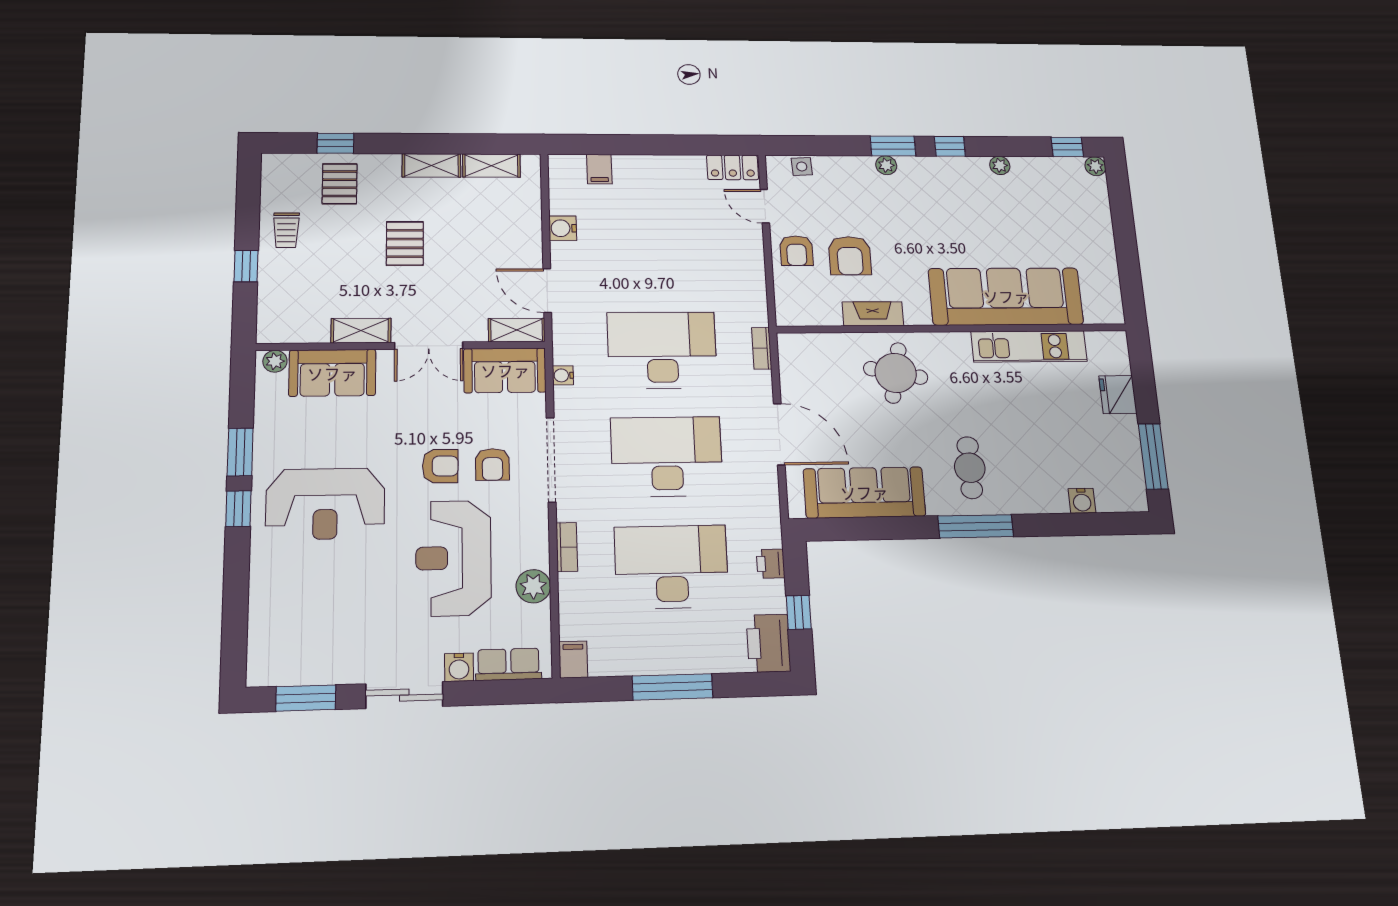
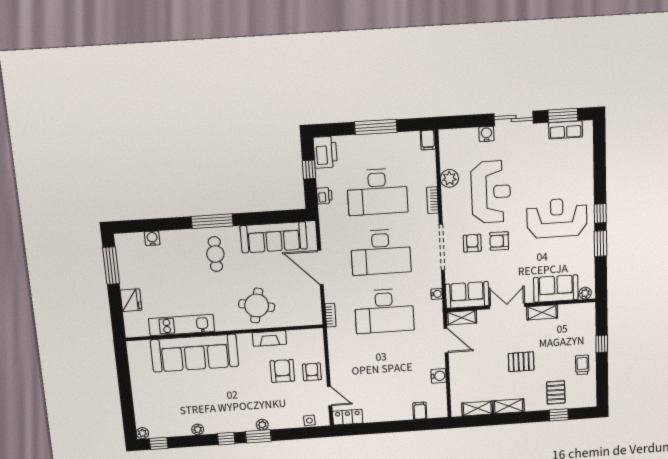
pallet: (405, 243) -> (521, 362), turned 90
row of seats: (508, 664) -> (566, 130), moved

